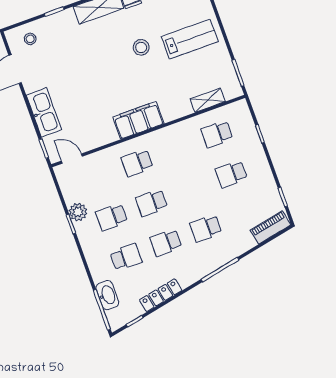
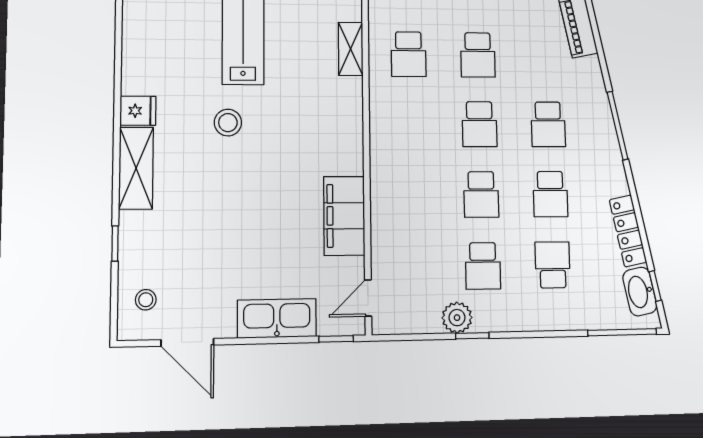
filing cabinet: (138, 120) -> (344, 216), moved
school desk: (137, 163) -> (480, 124), moved
washbasin: (107, 295) -> (640, 291), moved, turned -101

